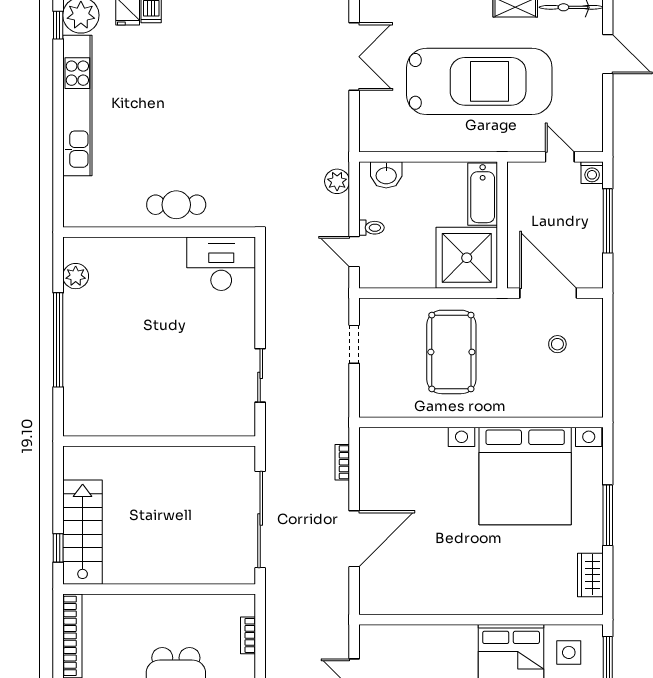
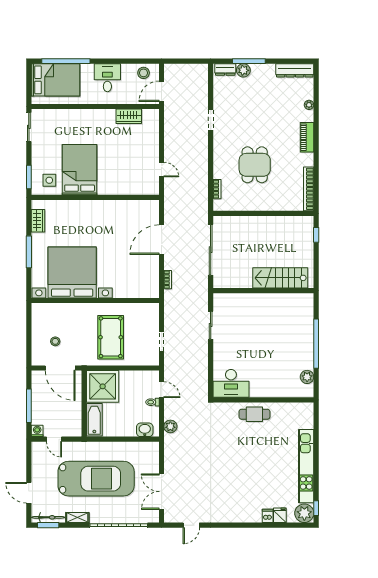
car: (479, 81) -> (96, 479), turned 180
stairs: (83, 532) -> (280, 278), moved, turned 90

